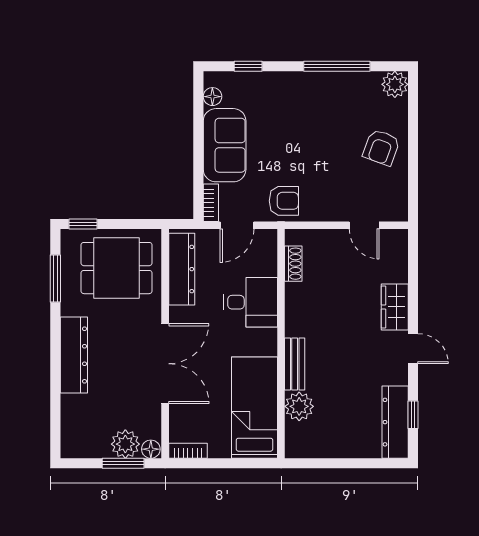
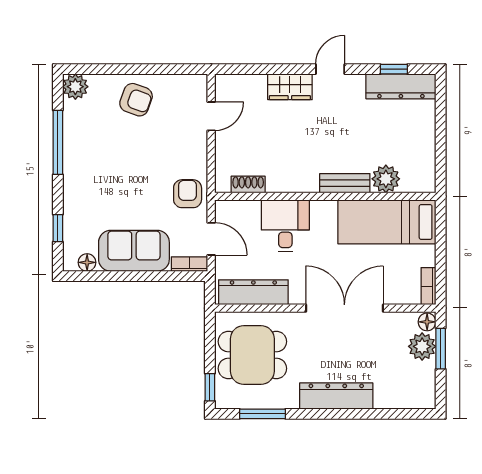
dining table: (117, 268) -> (252, 355), turned 90

